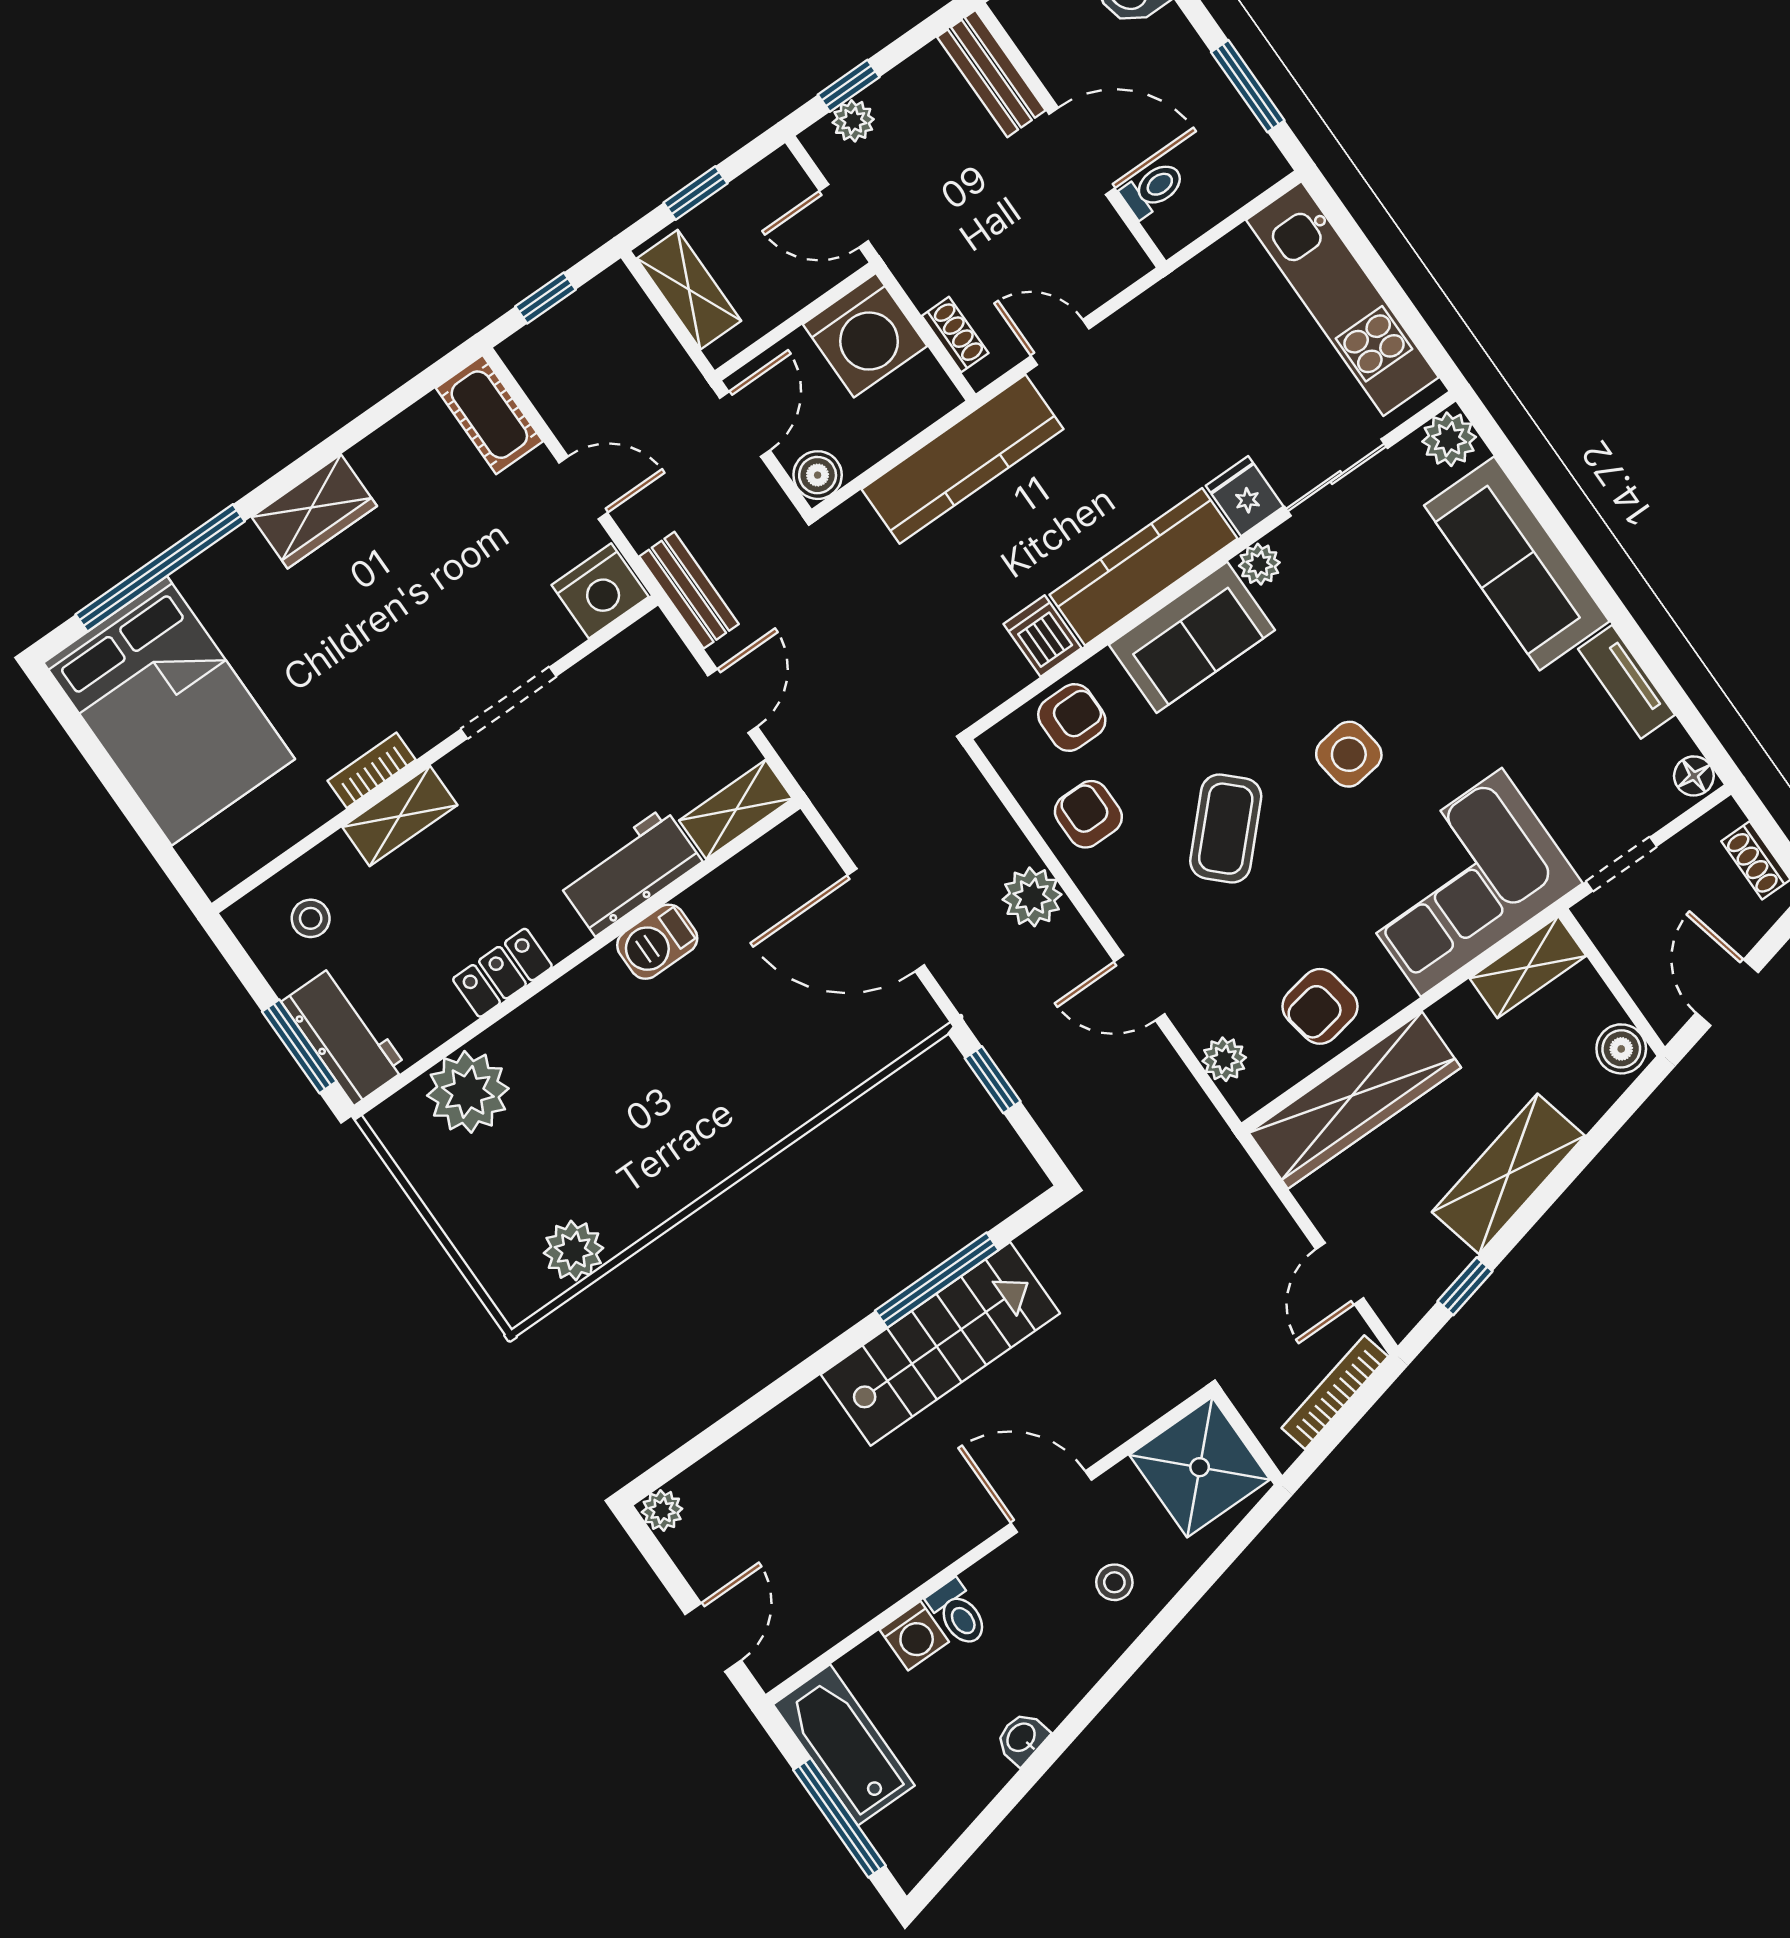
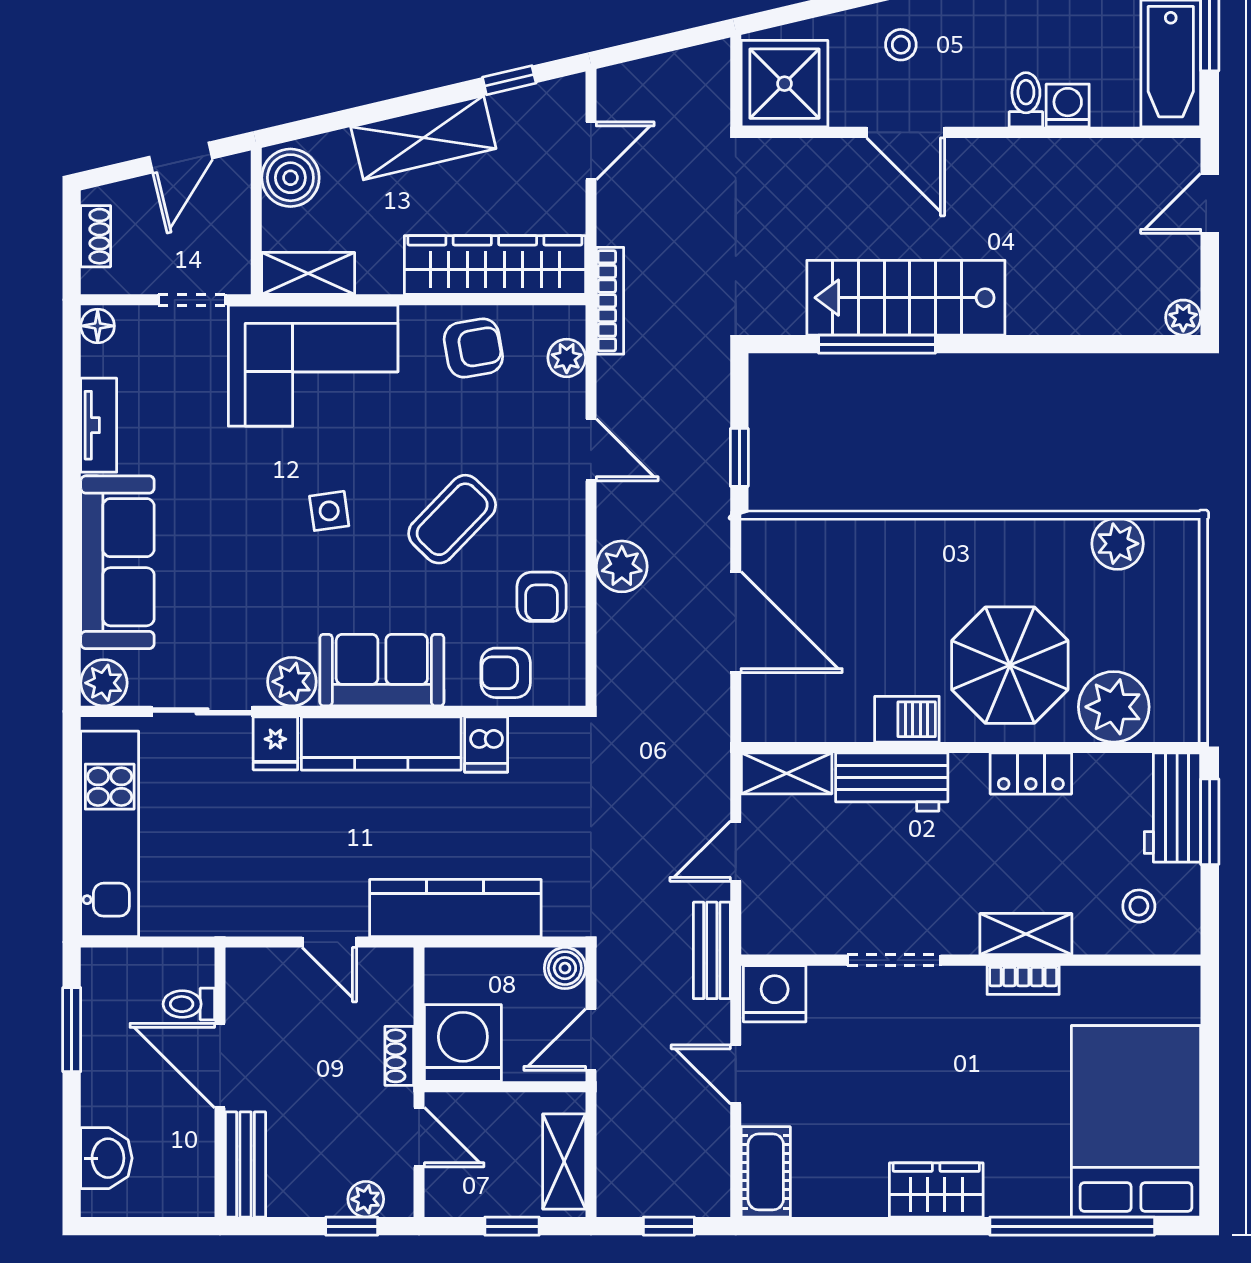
shoe rack: (955, 334) -> (399, 1056), moved
plant: (1259, 564) -> (292, 682), width x1.38, depth x1.38
side table: (1349, 754) -> (329, 511), width x0.73, depth x0.73
boiler: (1621, 1049) -> (290, 178), width x1.36, depth x1.36
parasol: (595, 1062) -> (1010, 665), added
bookcase: (1335, 1392) -> (610, 301), moved, turned -77

